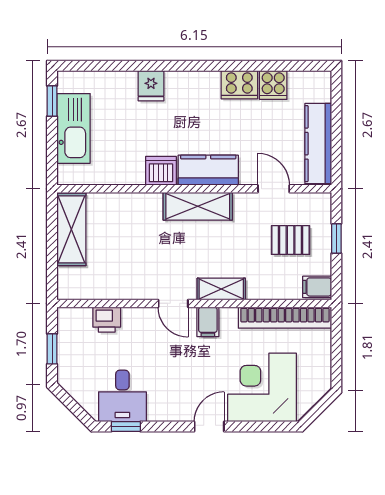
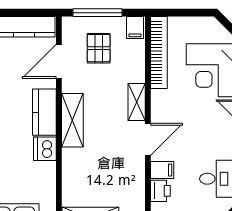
door: (274, 189) -> (59, 61), width x1.38
window: (336, 239) -> (97, 13), width x2.17
door: (173, 303) -> (148, 139), width x1.38
filing cabinet: (208, 322) -> (162, 170), moved

